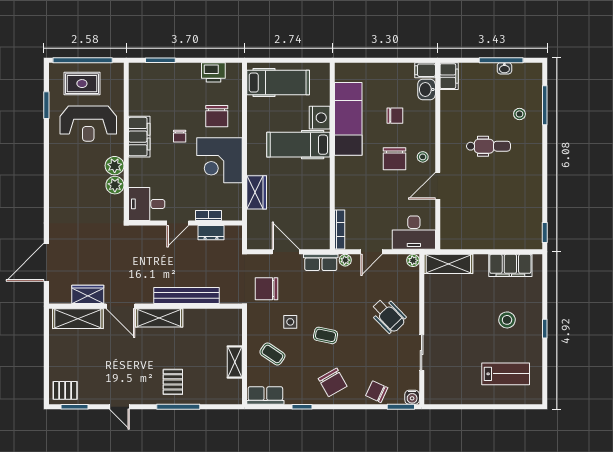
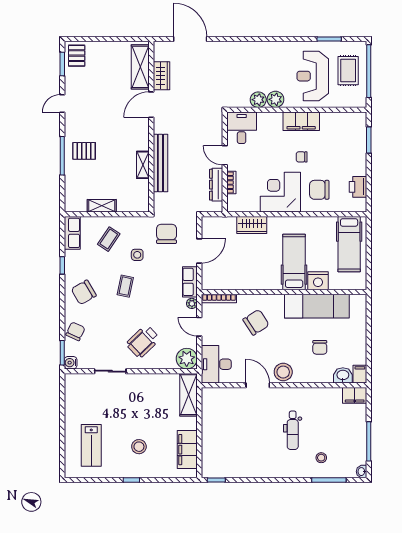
washbasin: (504, 68) -> (362, 472), moved
stool: (423, 157) -> (283, 372), width x1.89, depth x1.89
chair: (395, 159) -> (256, 322), moved, turned 147
dresser: (211, 233) -> (216, 185), width x1.44
plant: (413, 260) -> (187, 359), width x1.88, depth x1.88
shelving: (159, 318) -> (143, 165), moved, width x0.67, depth x0.75

